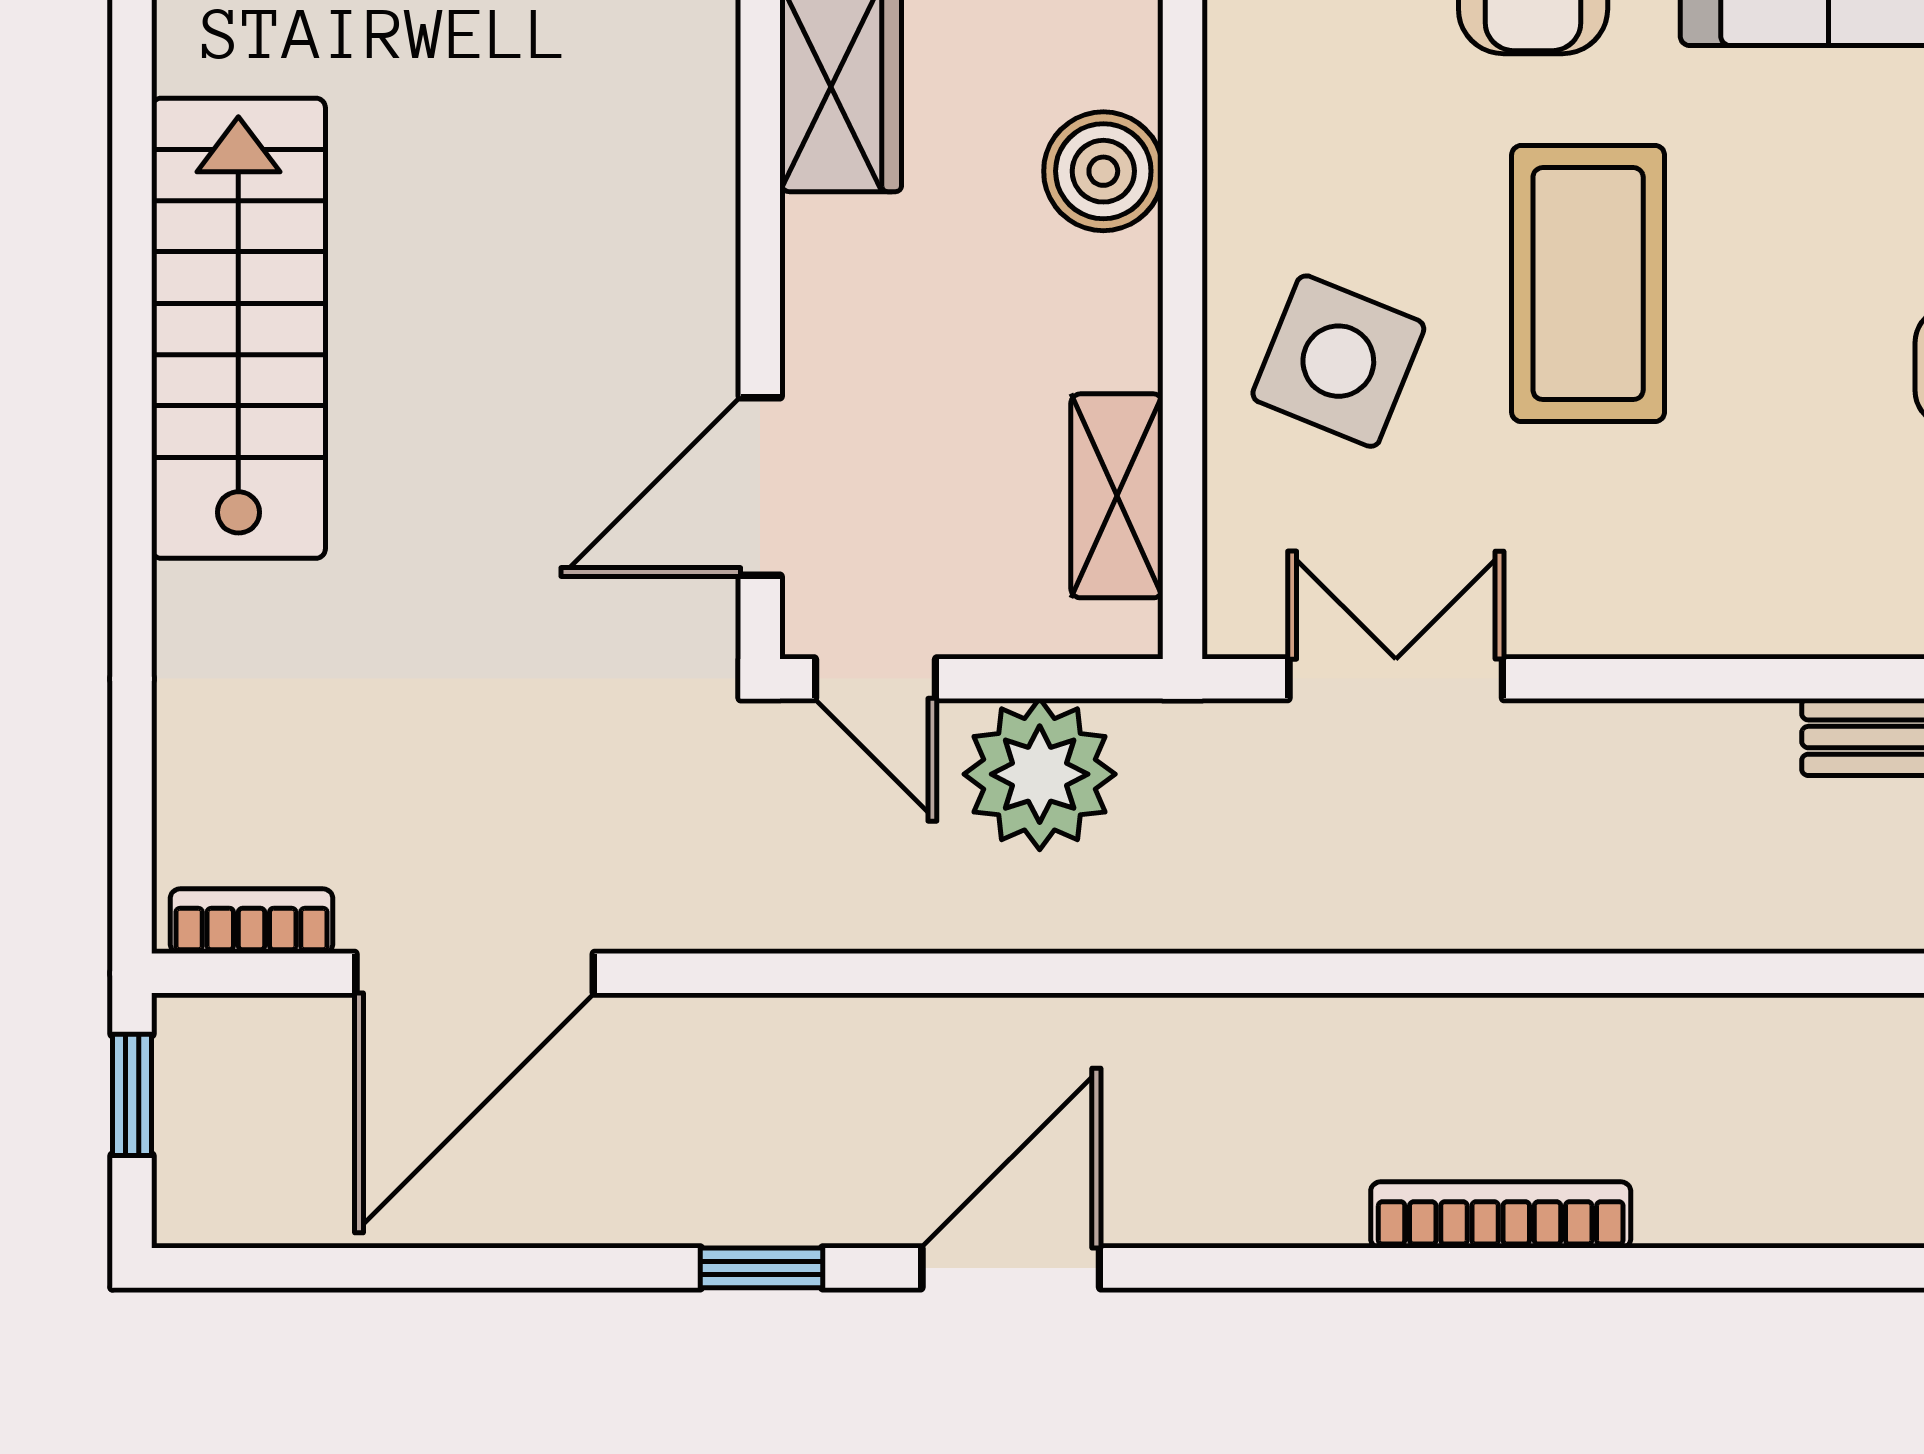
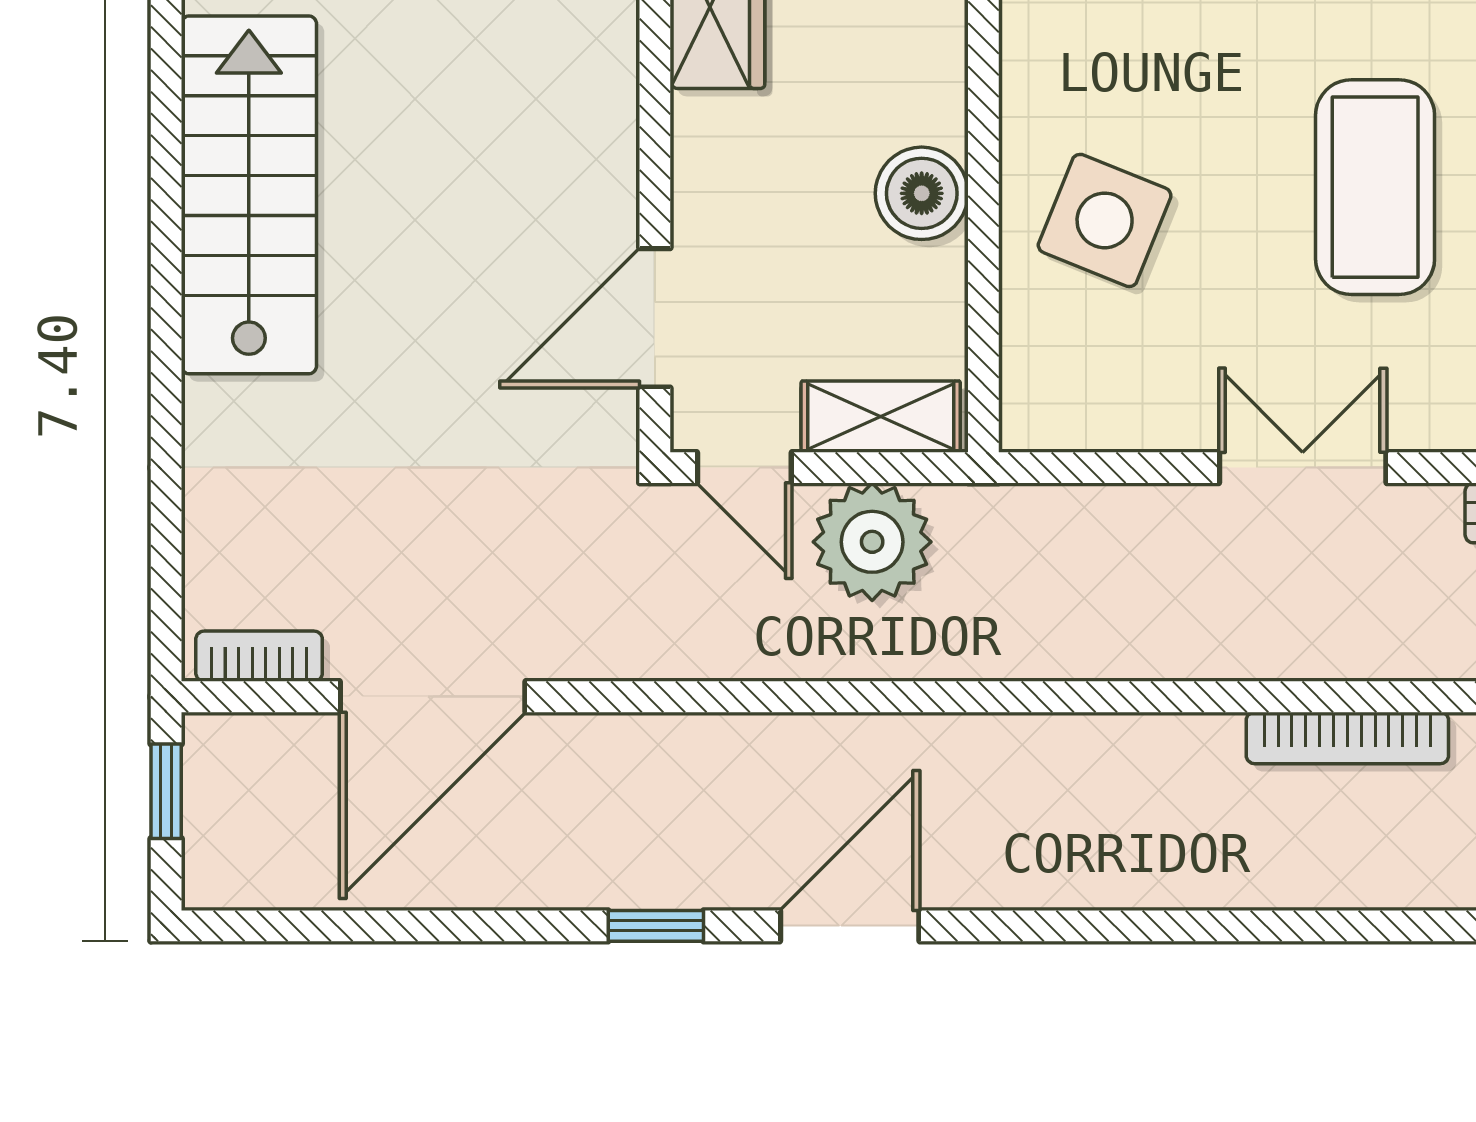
boiler: (1103, 171) -> (922, 193), moved
coffee table: (1588, 284) -> (1375, 187), moved
shelving: (1117, 496) -> (881, 417), moved, turned 90
double door: (1396, 679) -> (1303, 468), moved
bookcase: (1501, 1215) -> (1347, 738), moved, turned 180

